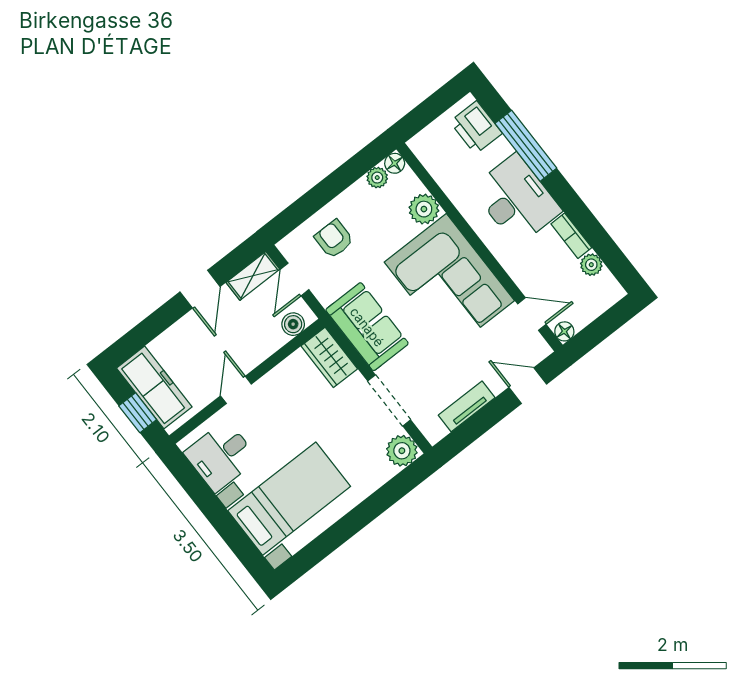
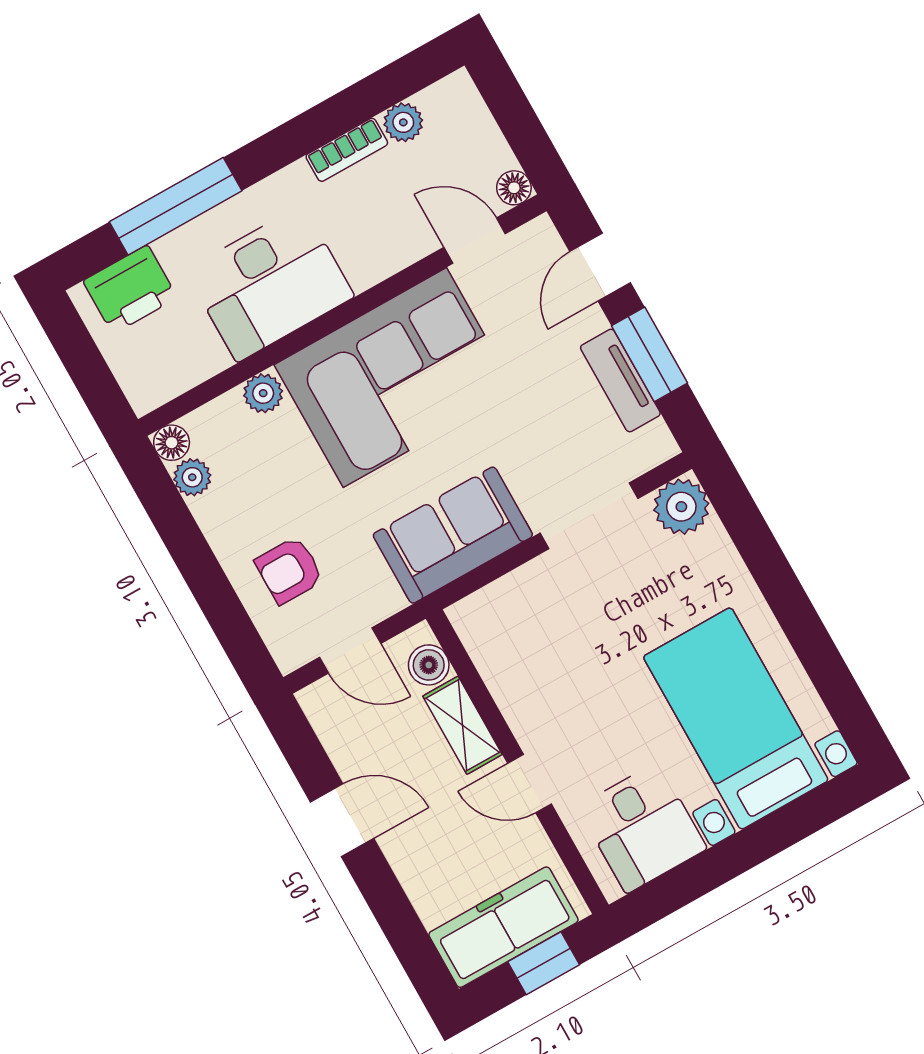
desk: (516, 200) -> (270, 284), moved, turned 180
plant: (424, 209) -> (263, 393), width x0.73, depth x0.73
shelving: (253, 276) -> (462, 725), moved
door: (532, 314) -> (475, 241), hinge flipped
wardrobe: (329, 357) -> (497, 610), removed
window: (483, 420) -> (649, 354), added

